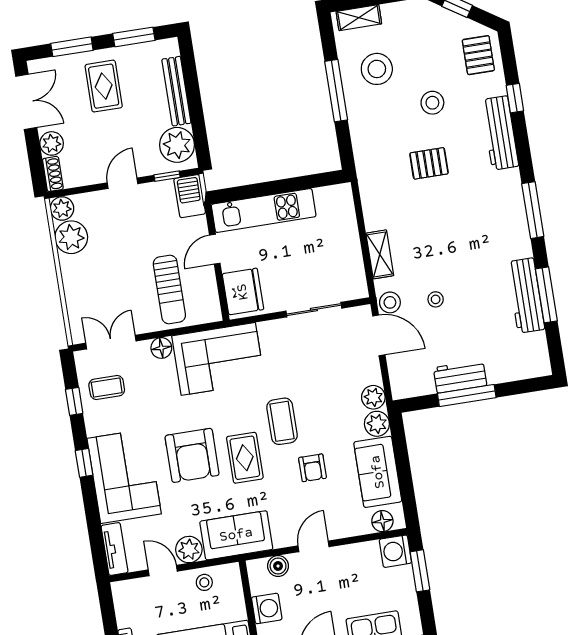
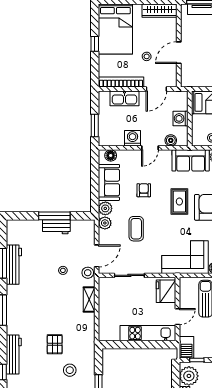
stool: (432, 103) -> (70, 370), moved
pallet: (429, 163) -> (55, 344), turned 90
door: (379, 335) -> (97, 256), swing flipped
coffee table: (282, 421) -> (136, 229), moved
washing machine: (395, 551) -> (133, 138), moved, turned -90

